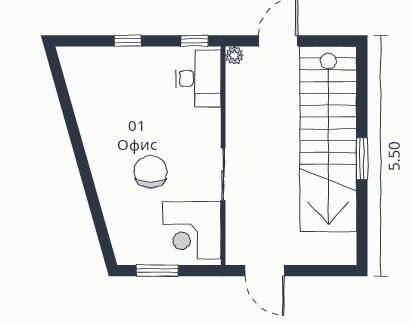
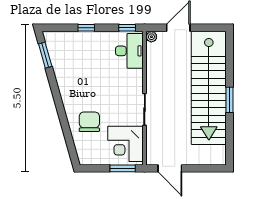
window: (61, 85) -> (45, 55), added
chair: (151, 172) -> (89, 122), moved
window: (157, 271) -> (123, 168), moved

